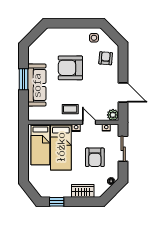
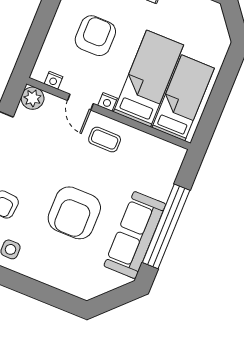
armchair: (70, 68) -> (74, 213), turned 90
window: (24, 79) -> (166, 226), width x2.11
sofa: (37, 85) -> (135, 235), moved
sliding door: (123, 149) -> (39, 30), removed

